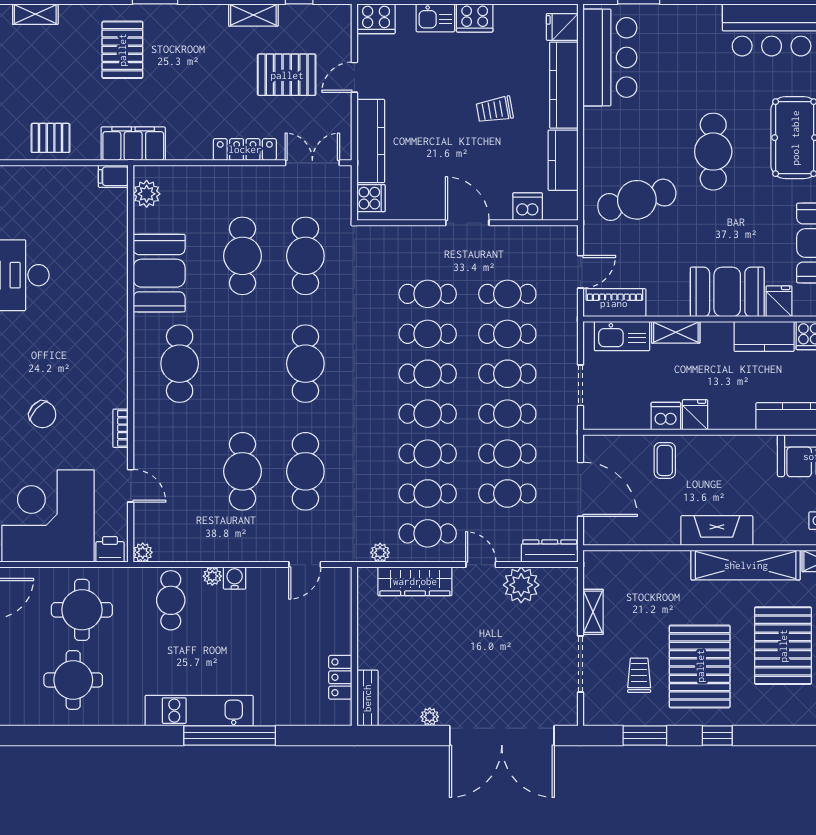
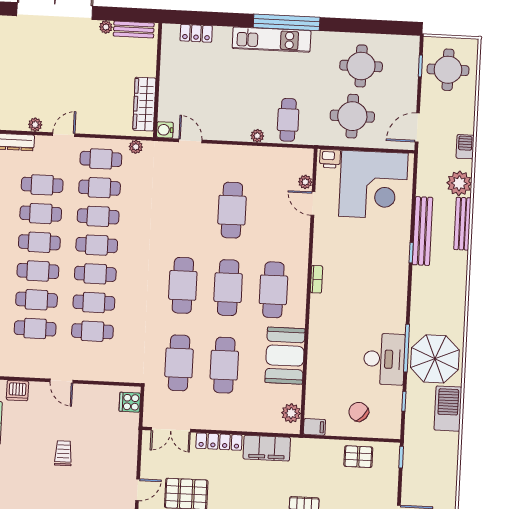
trolley: (495, 110) -> (63, 453), moved, turned -80
kitchen counter: (371, 141) -> (128, 443), removed
filing cabinet: (133, 144) -> (267, 448), moved
door: (467, 223) -> (61, 381), width x0.73
chair: (42, 414) -> (359, 412), moved
bookcase: (121, 428) -> (316, 279), moved
cafe table: (305, 471) -> (228, 288), moved
plant: (143, 552) -> (305, 182), moved
door: (305, 565) -> (190, 141), hinge flipped
door: (481, 565) -> (64, 135), swing flipped
water cooler: (235, 578) -> (165, 130), moved, turned 90
wardrobe: (415, 581) -> (144, 104), moved, turned -90
plant: (521, 585) -> (35, 125), width x0.53, depth x0.53
locker: (340, 677) -> (196, 33), moved, turned 90
bench: (367, 698) -> (134, 29), moved, turned 90
window: (230, 735) -> (287, 22), moved

